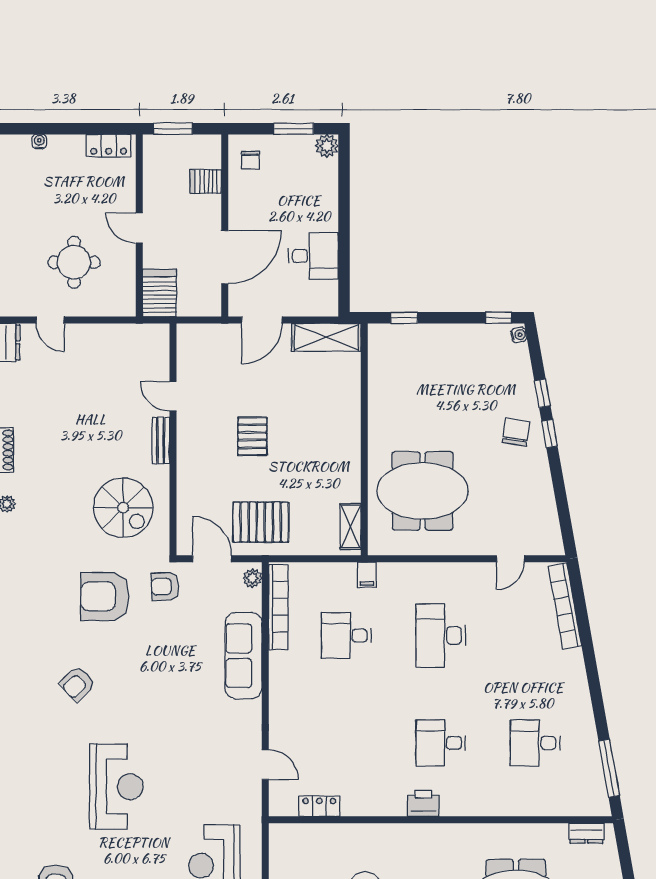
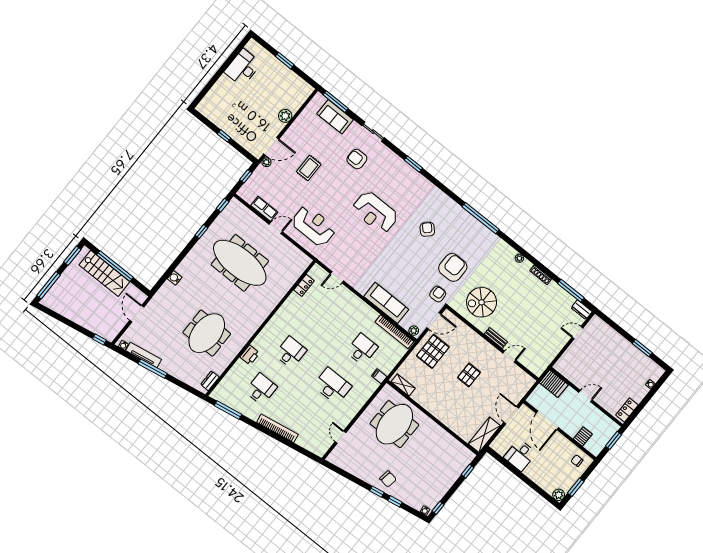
round table: (74, 262) -> (592, 360), removed
pallet: (252, 436) -> (469, 375), turned 90
bookcase: (565, 606) -> (277, 428), moved
printer: (423, 803) -> (250, 355), moved

